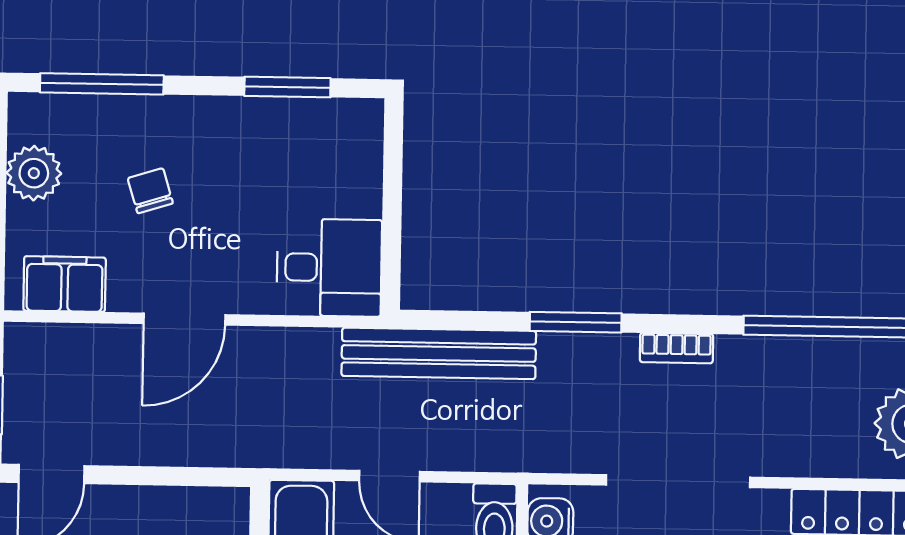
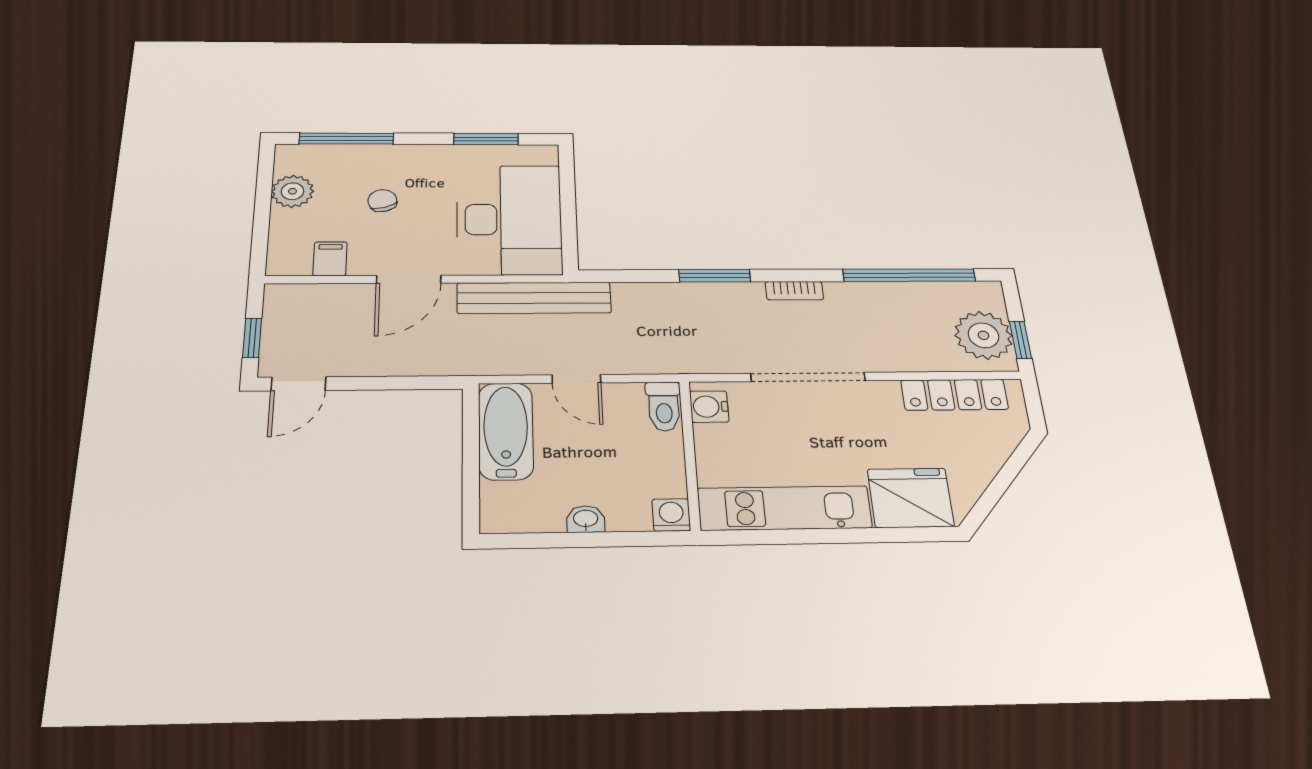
desk: (329, 268) -> (509, 220), width x1.87, depth x1.30
filing cabinet: (65, 284) -> (330, 259), width x0.50
bench: (439, 353) -> (534, 298), moved

